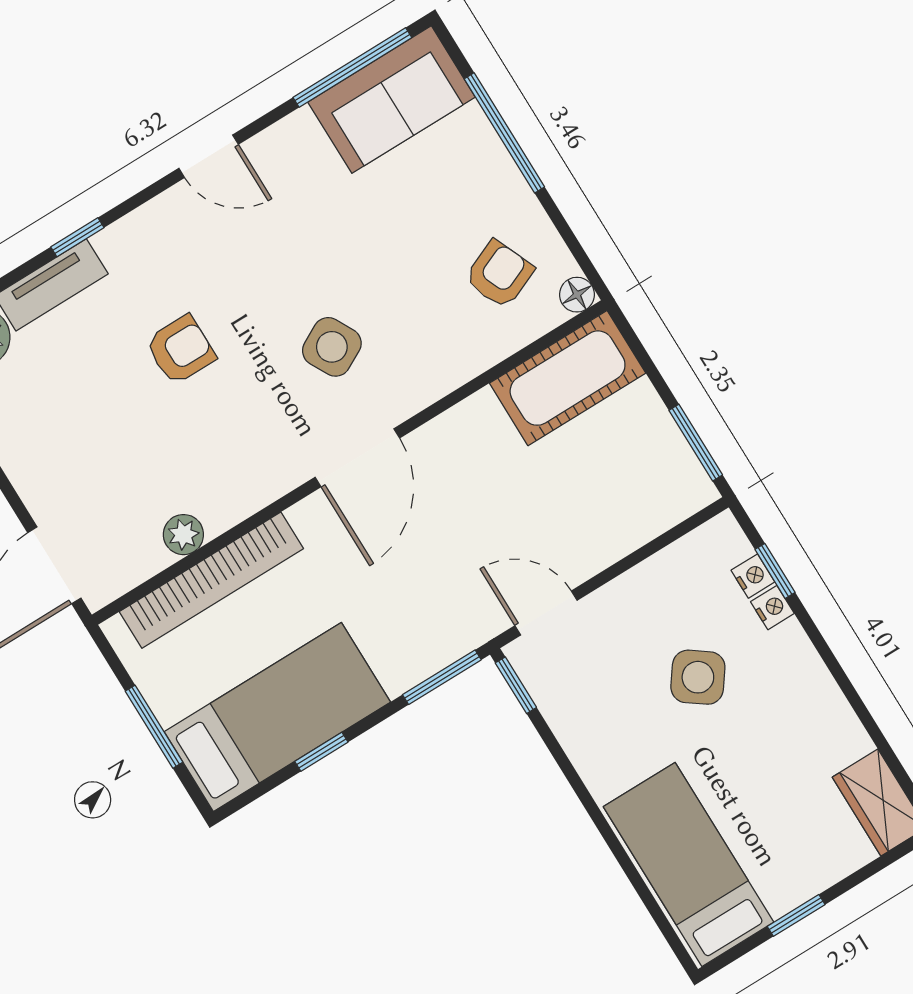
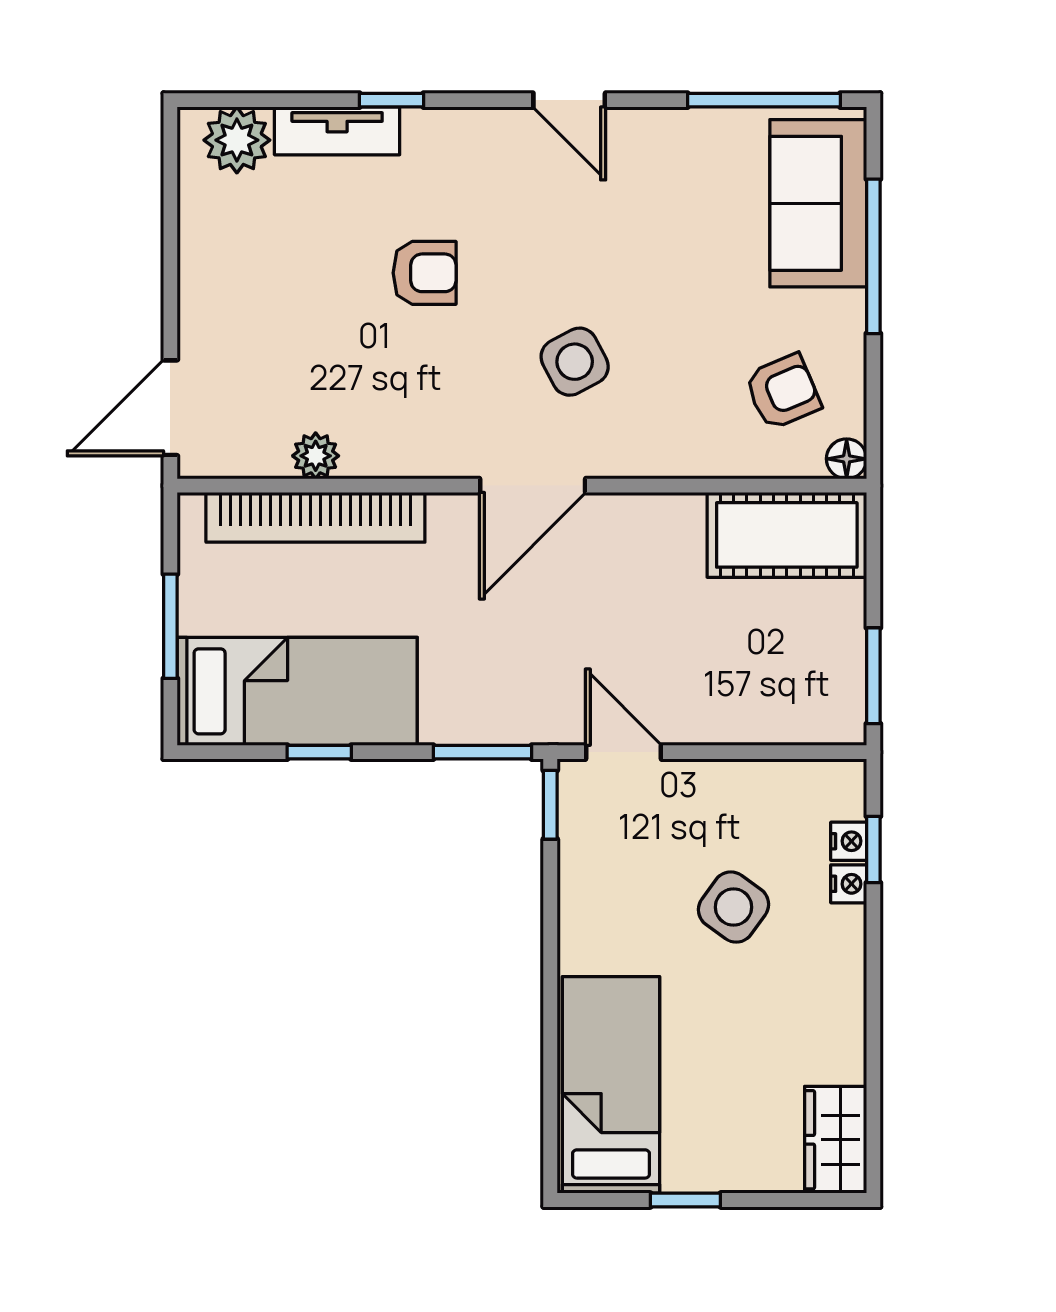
sofa: (392, 100) -> (818, 203), moved, turned 90

